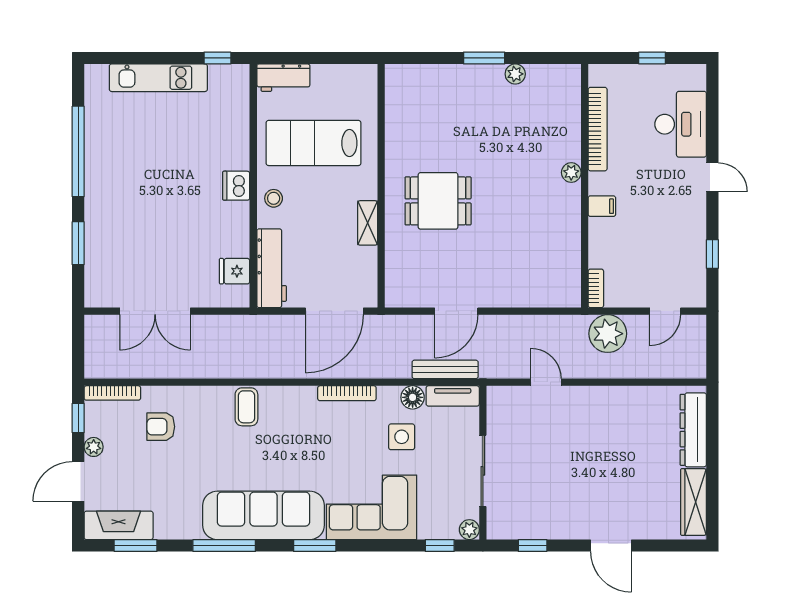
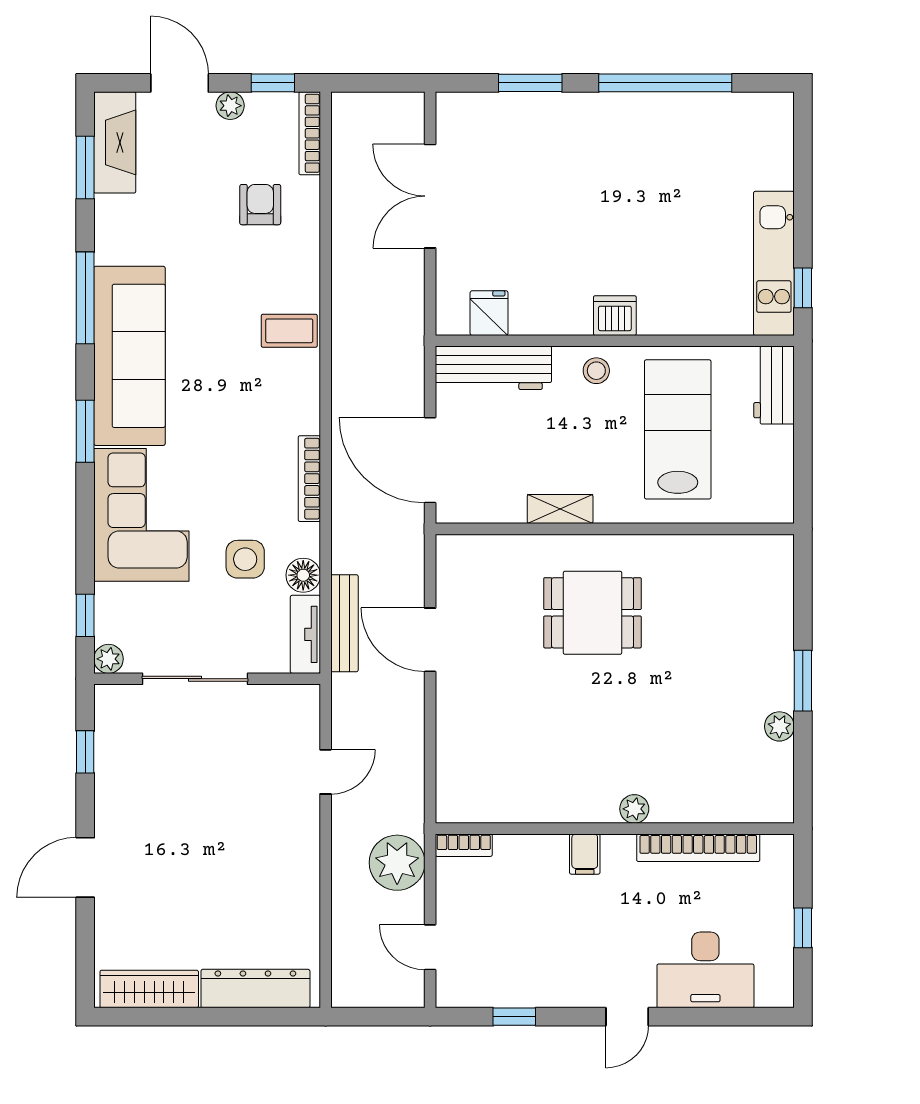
kitchen unit: (158, 78) -> (774, 263), moved
dining table: (438, 201) -> (592, 613), turned 90

